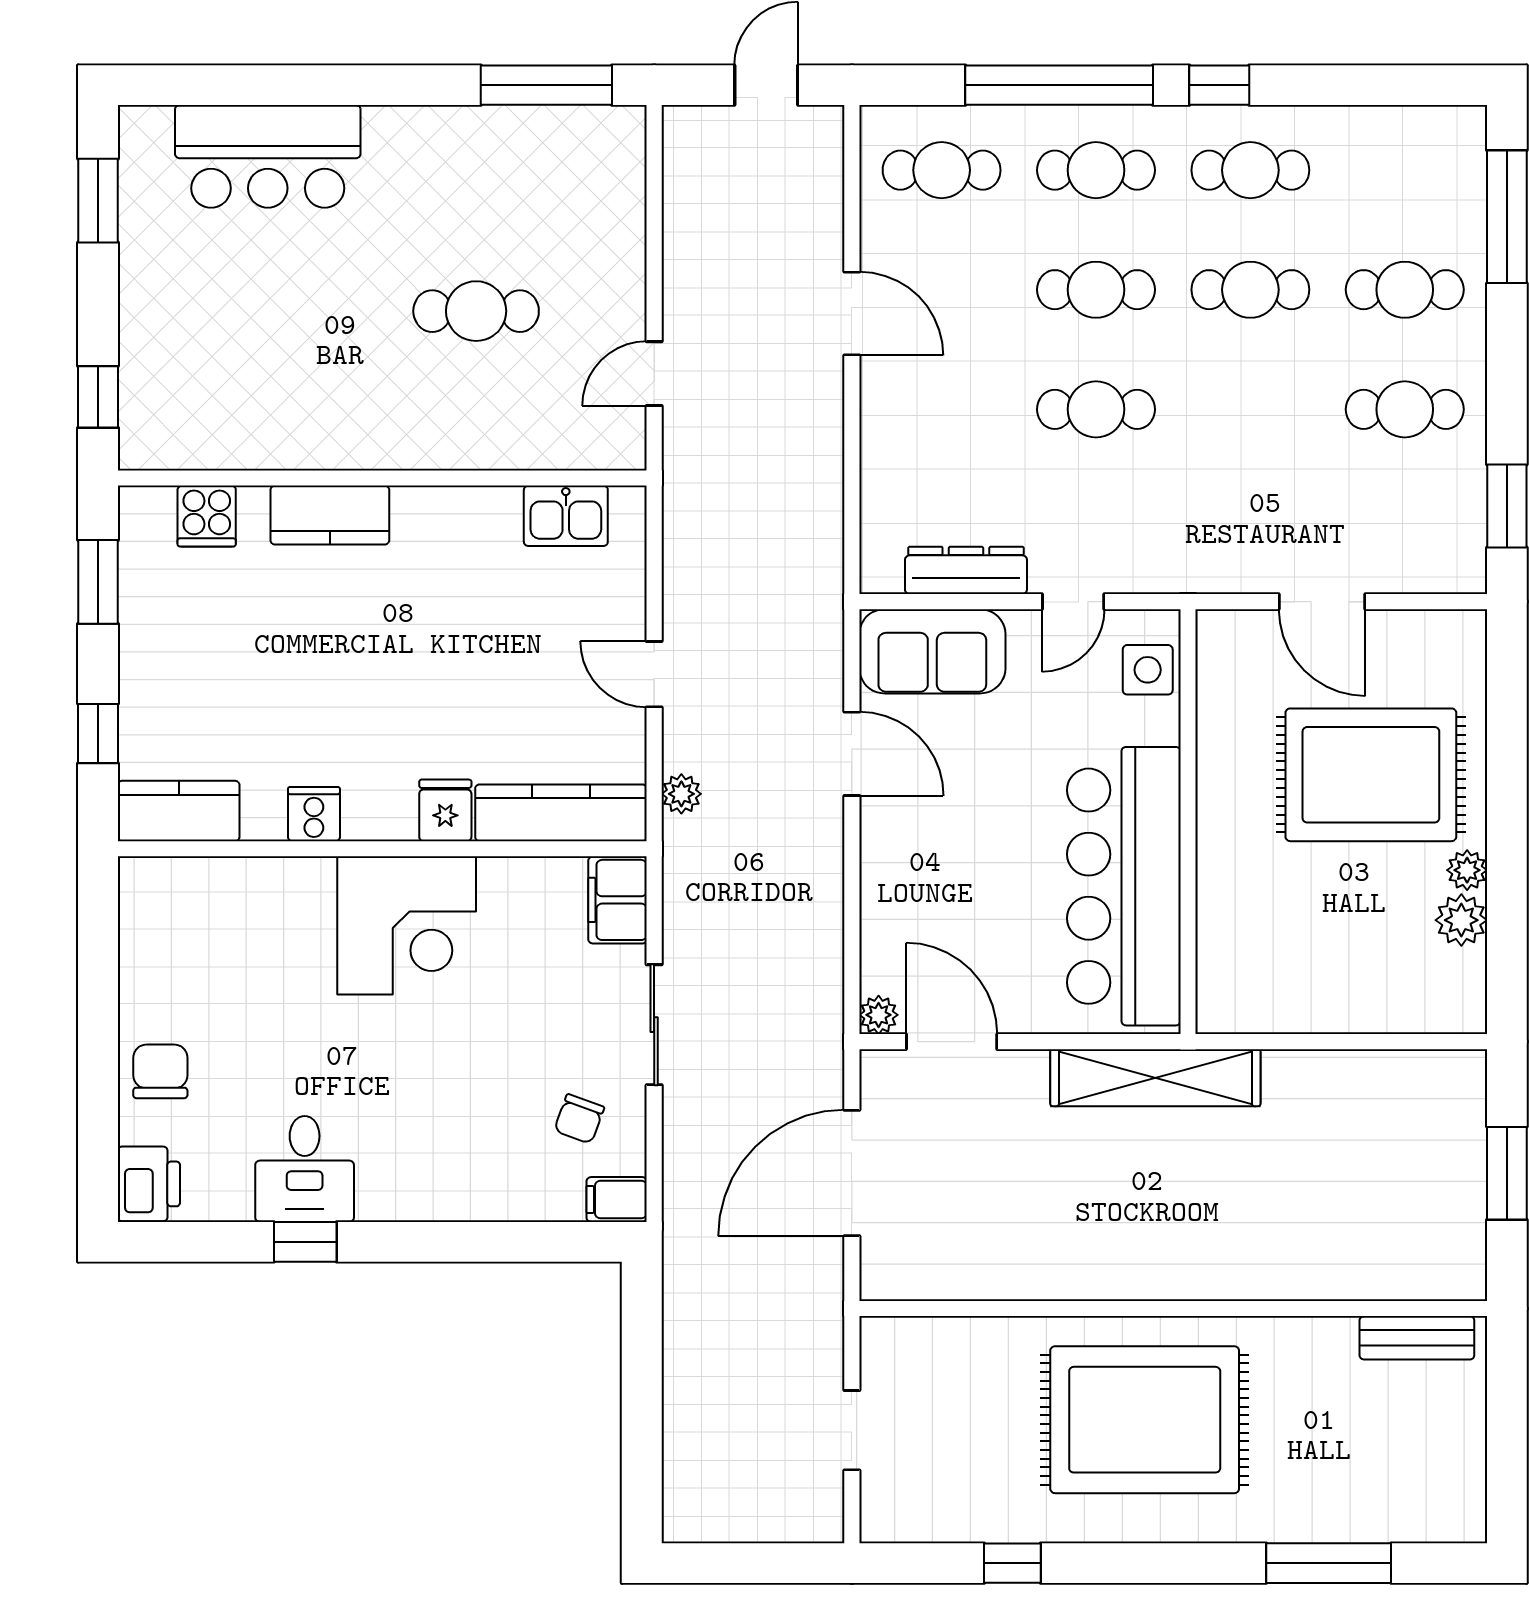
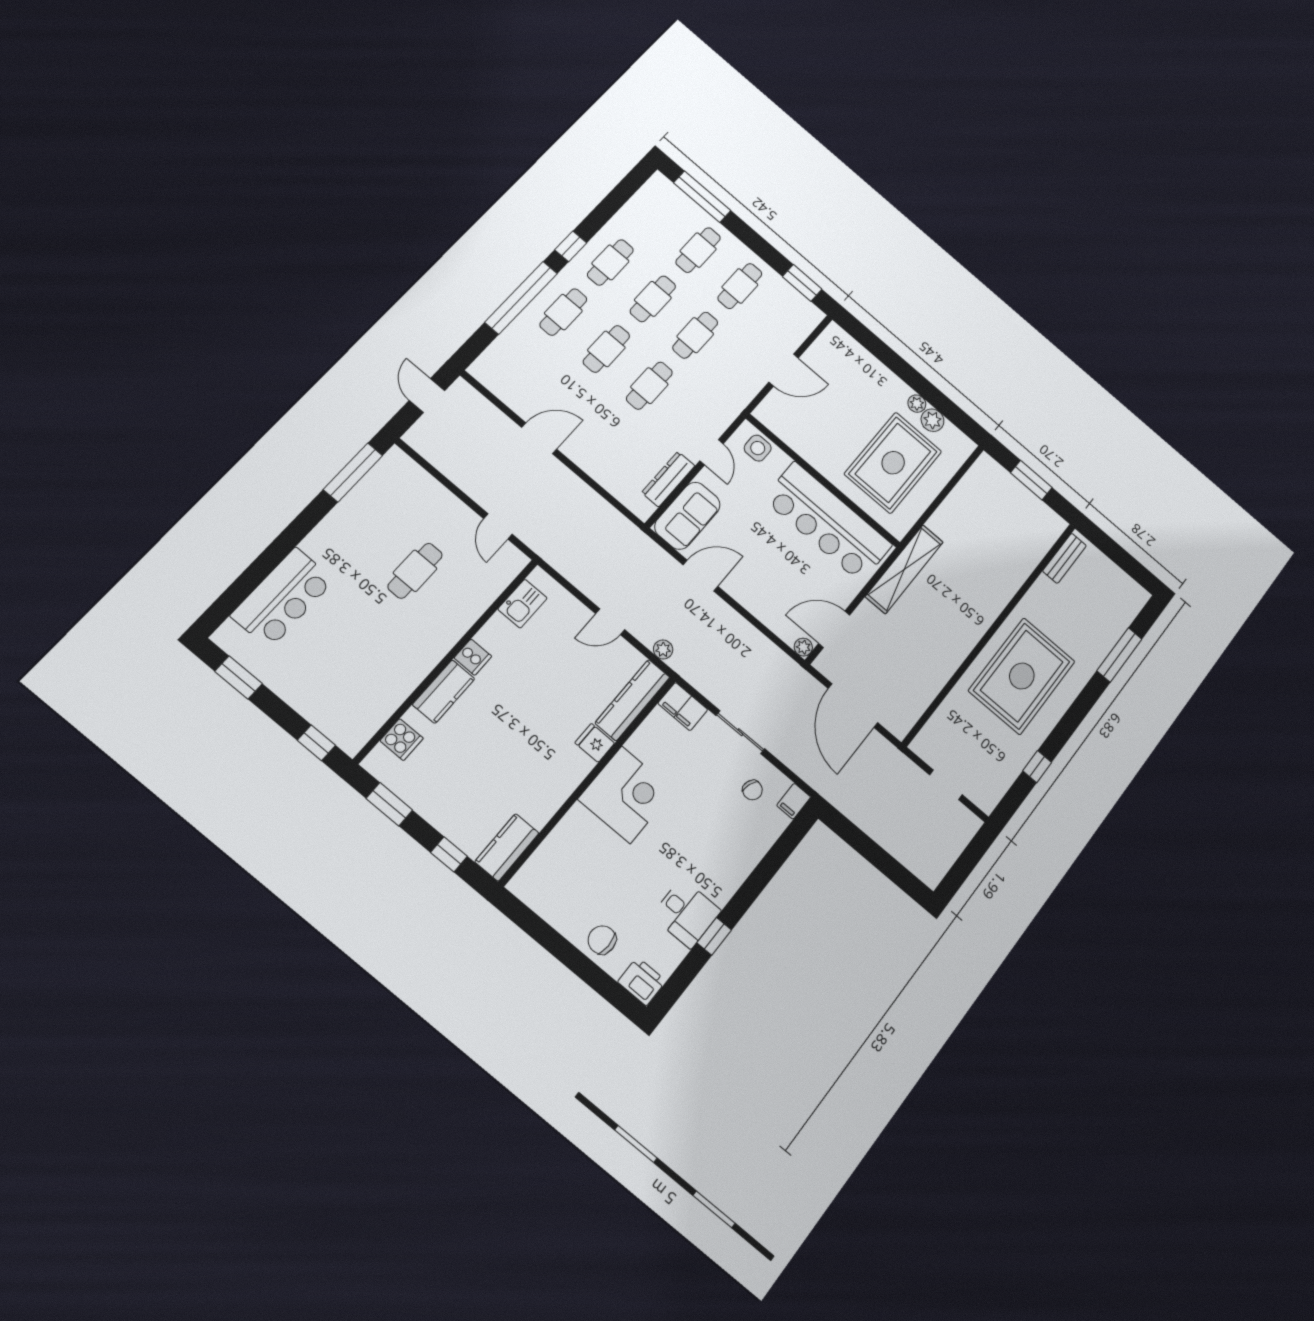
cafe table: (942, 170) -> (695, 335), moved
rug: (1371, 775) -> (893, 463), moved
cooker: (314, 814) -> (473, 657), moved, turned 180

